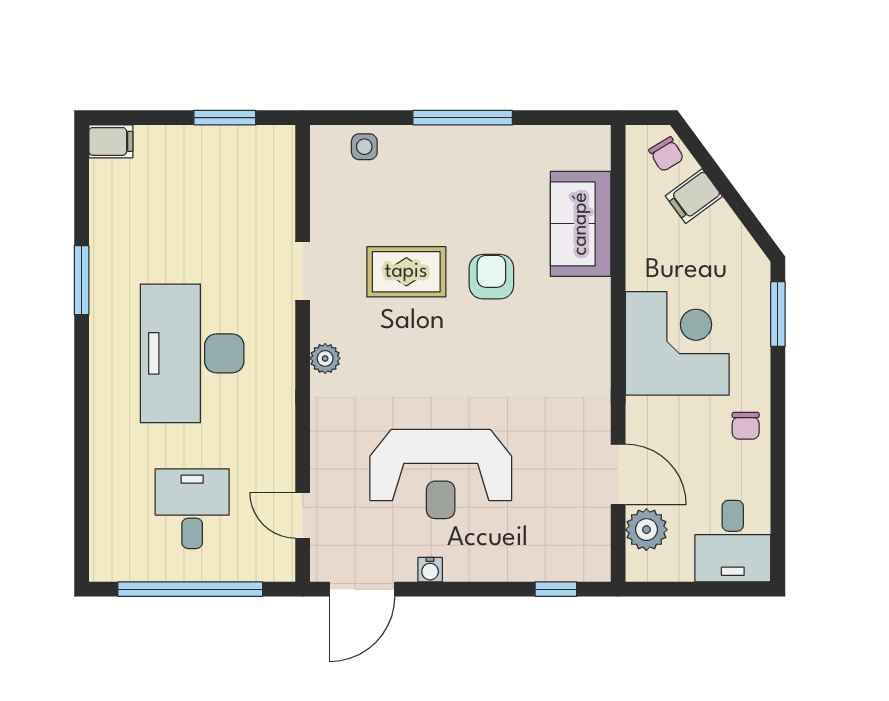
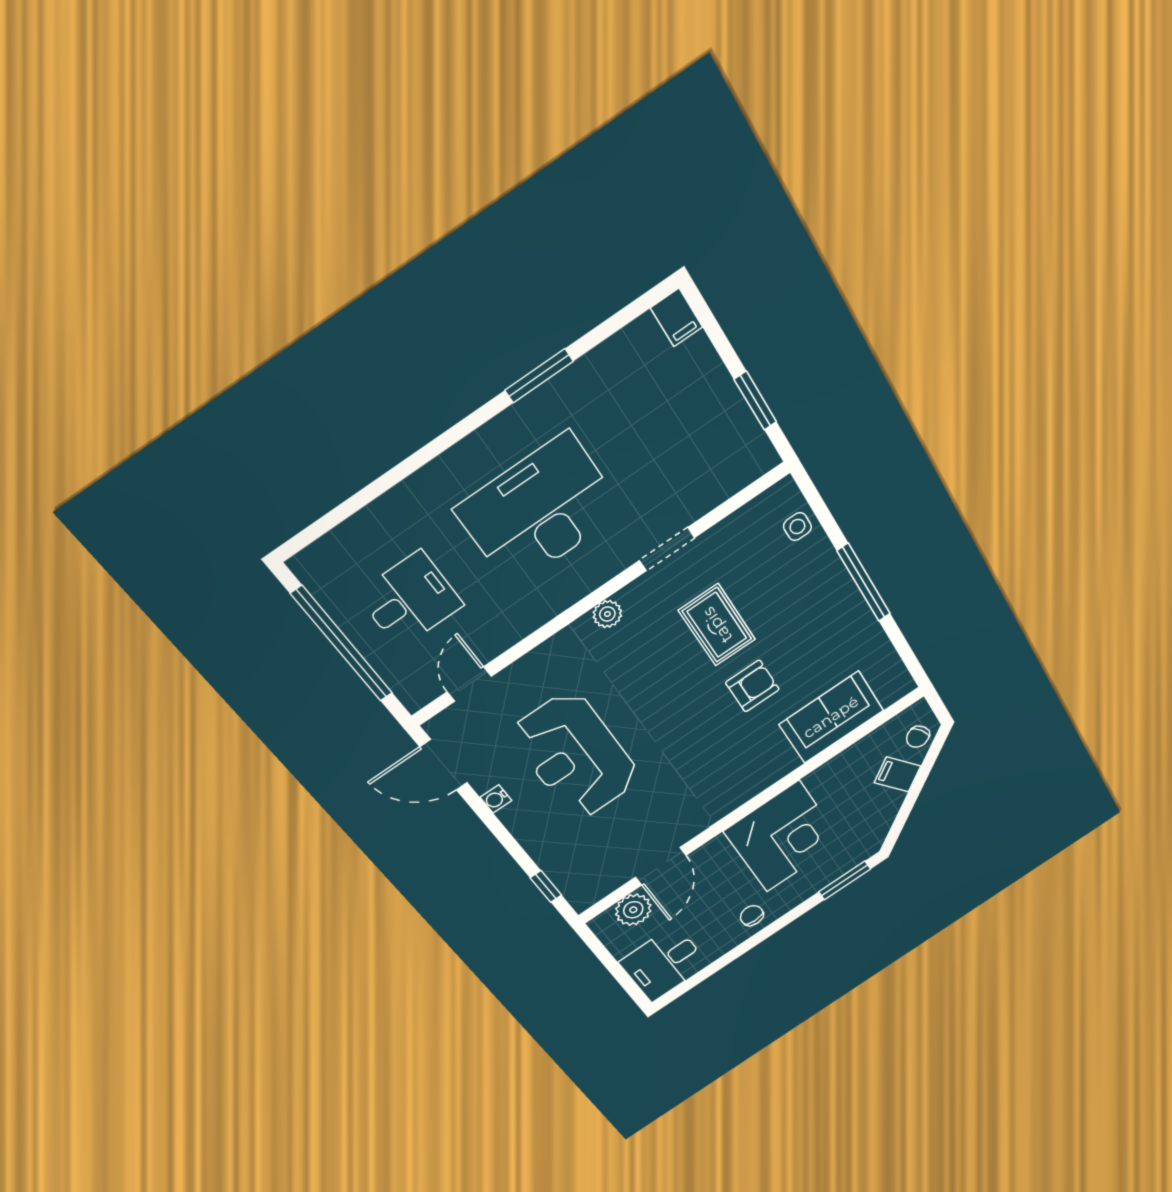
chair: (746, 426) -> (752, 916), turned 90

